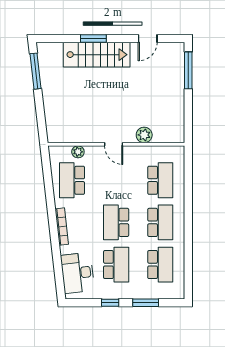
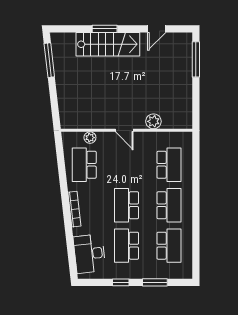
school desk: (116, 265) -> (127, 246), turned 180

